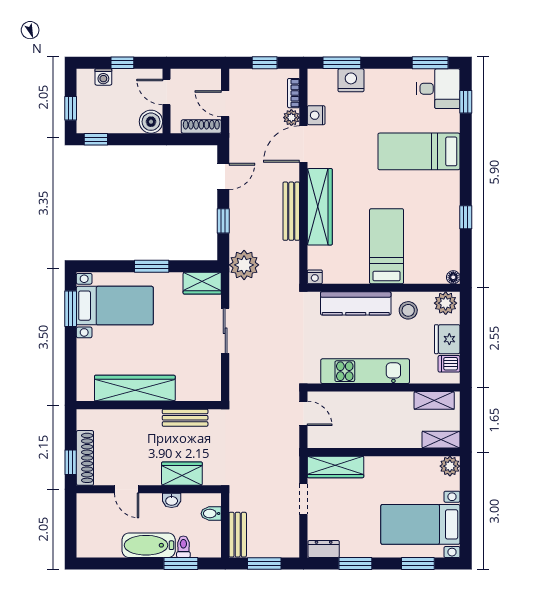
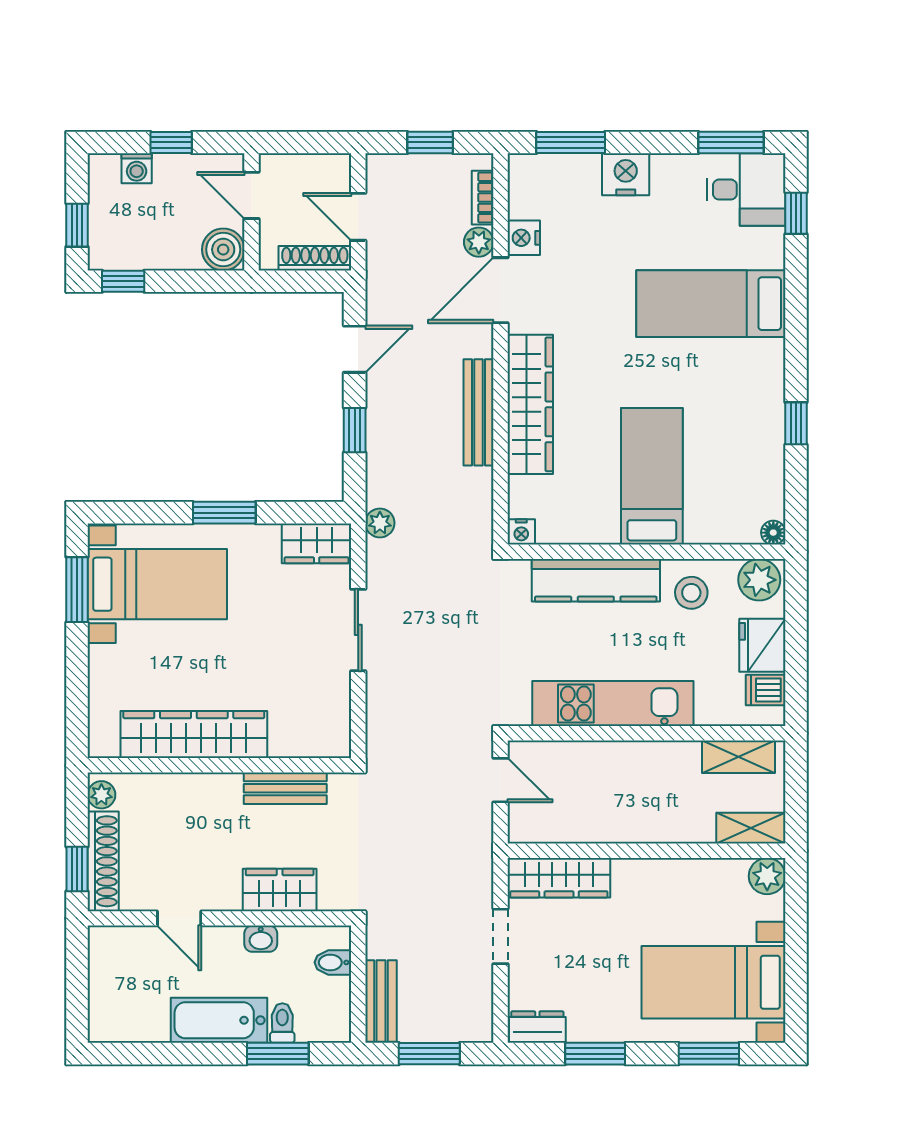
nightstand: (351, 80) -> (626, 174), moved
plant: (244, 265) -> (380, 523), width x0.53, depth x0.53
plant: (84, 421) -> (101, 795), added

